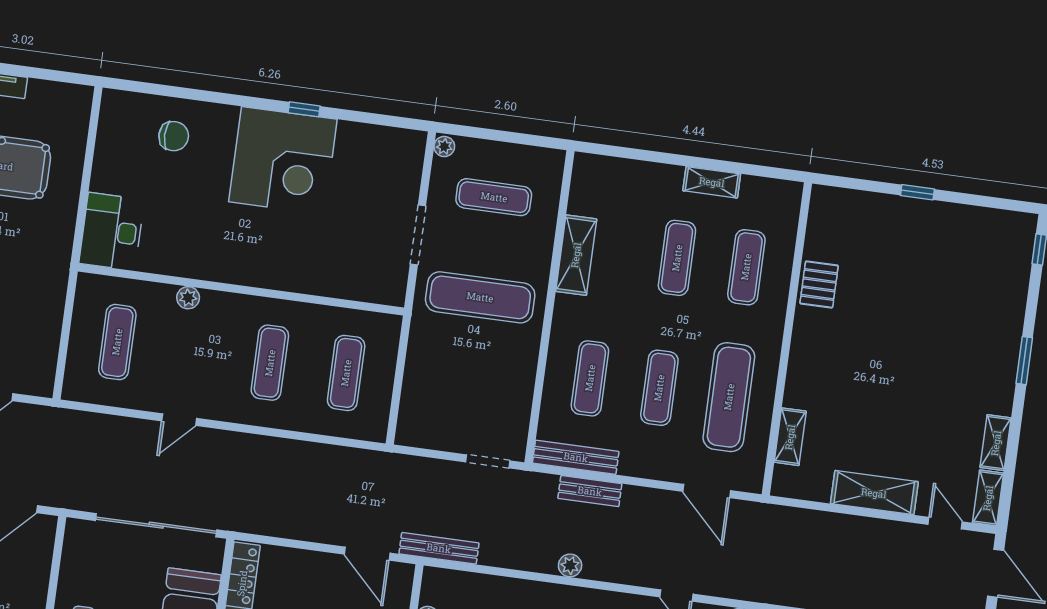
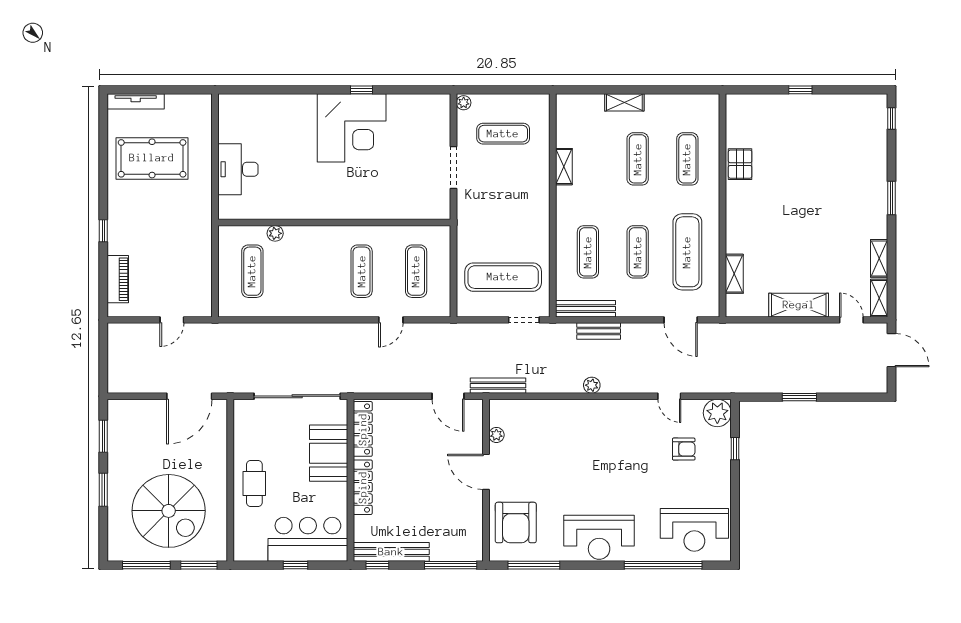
chair: (174, 136) -> (272, 121), removed
shelving: (712, 182) -> (624, 102), moved
desk: (112, 232) -> (238, 169), moved
shelving: (576, 255) -> (564, 167), width x0.67, depth x0.75
exercise mat: (480, 297) -> (503, 277), moved
plant: (188, 298) -> (275, 233), moved
door: (179, 420) -> (391, 320), moved

